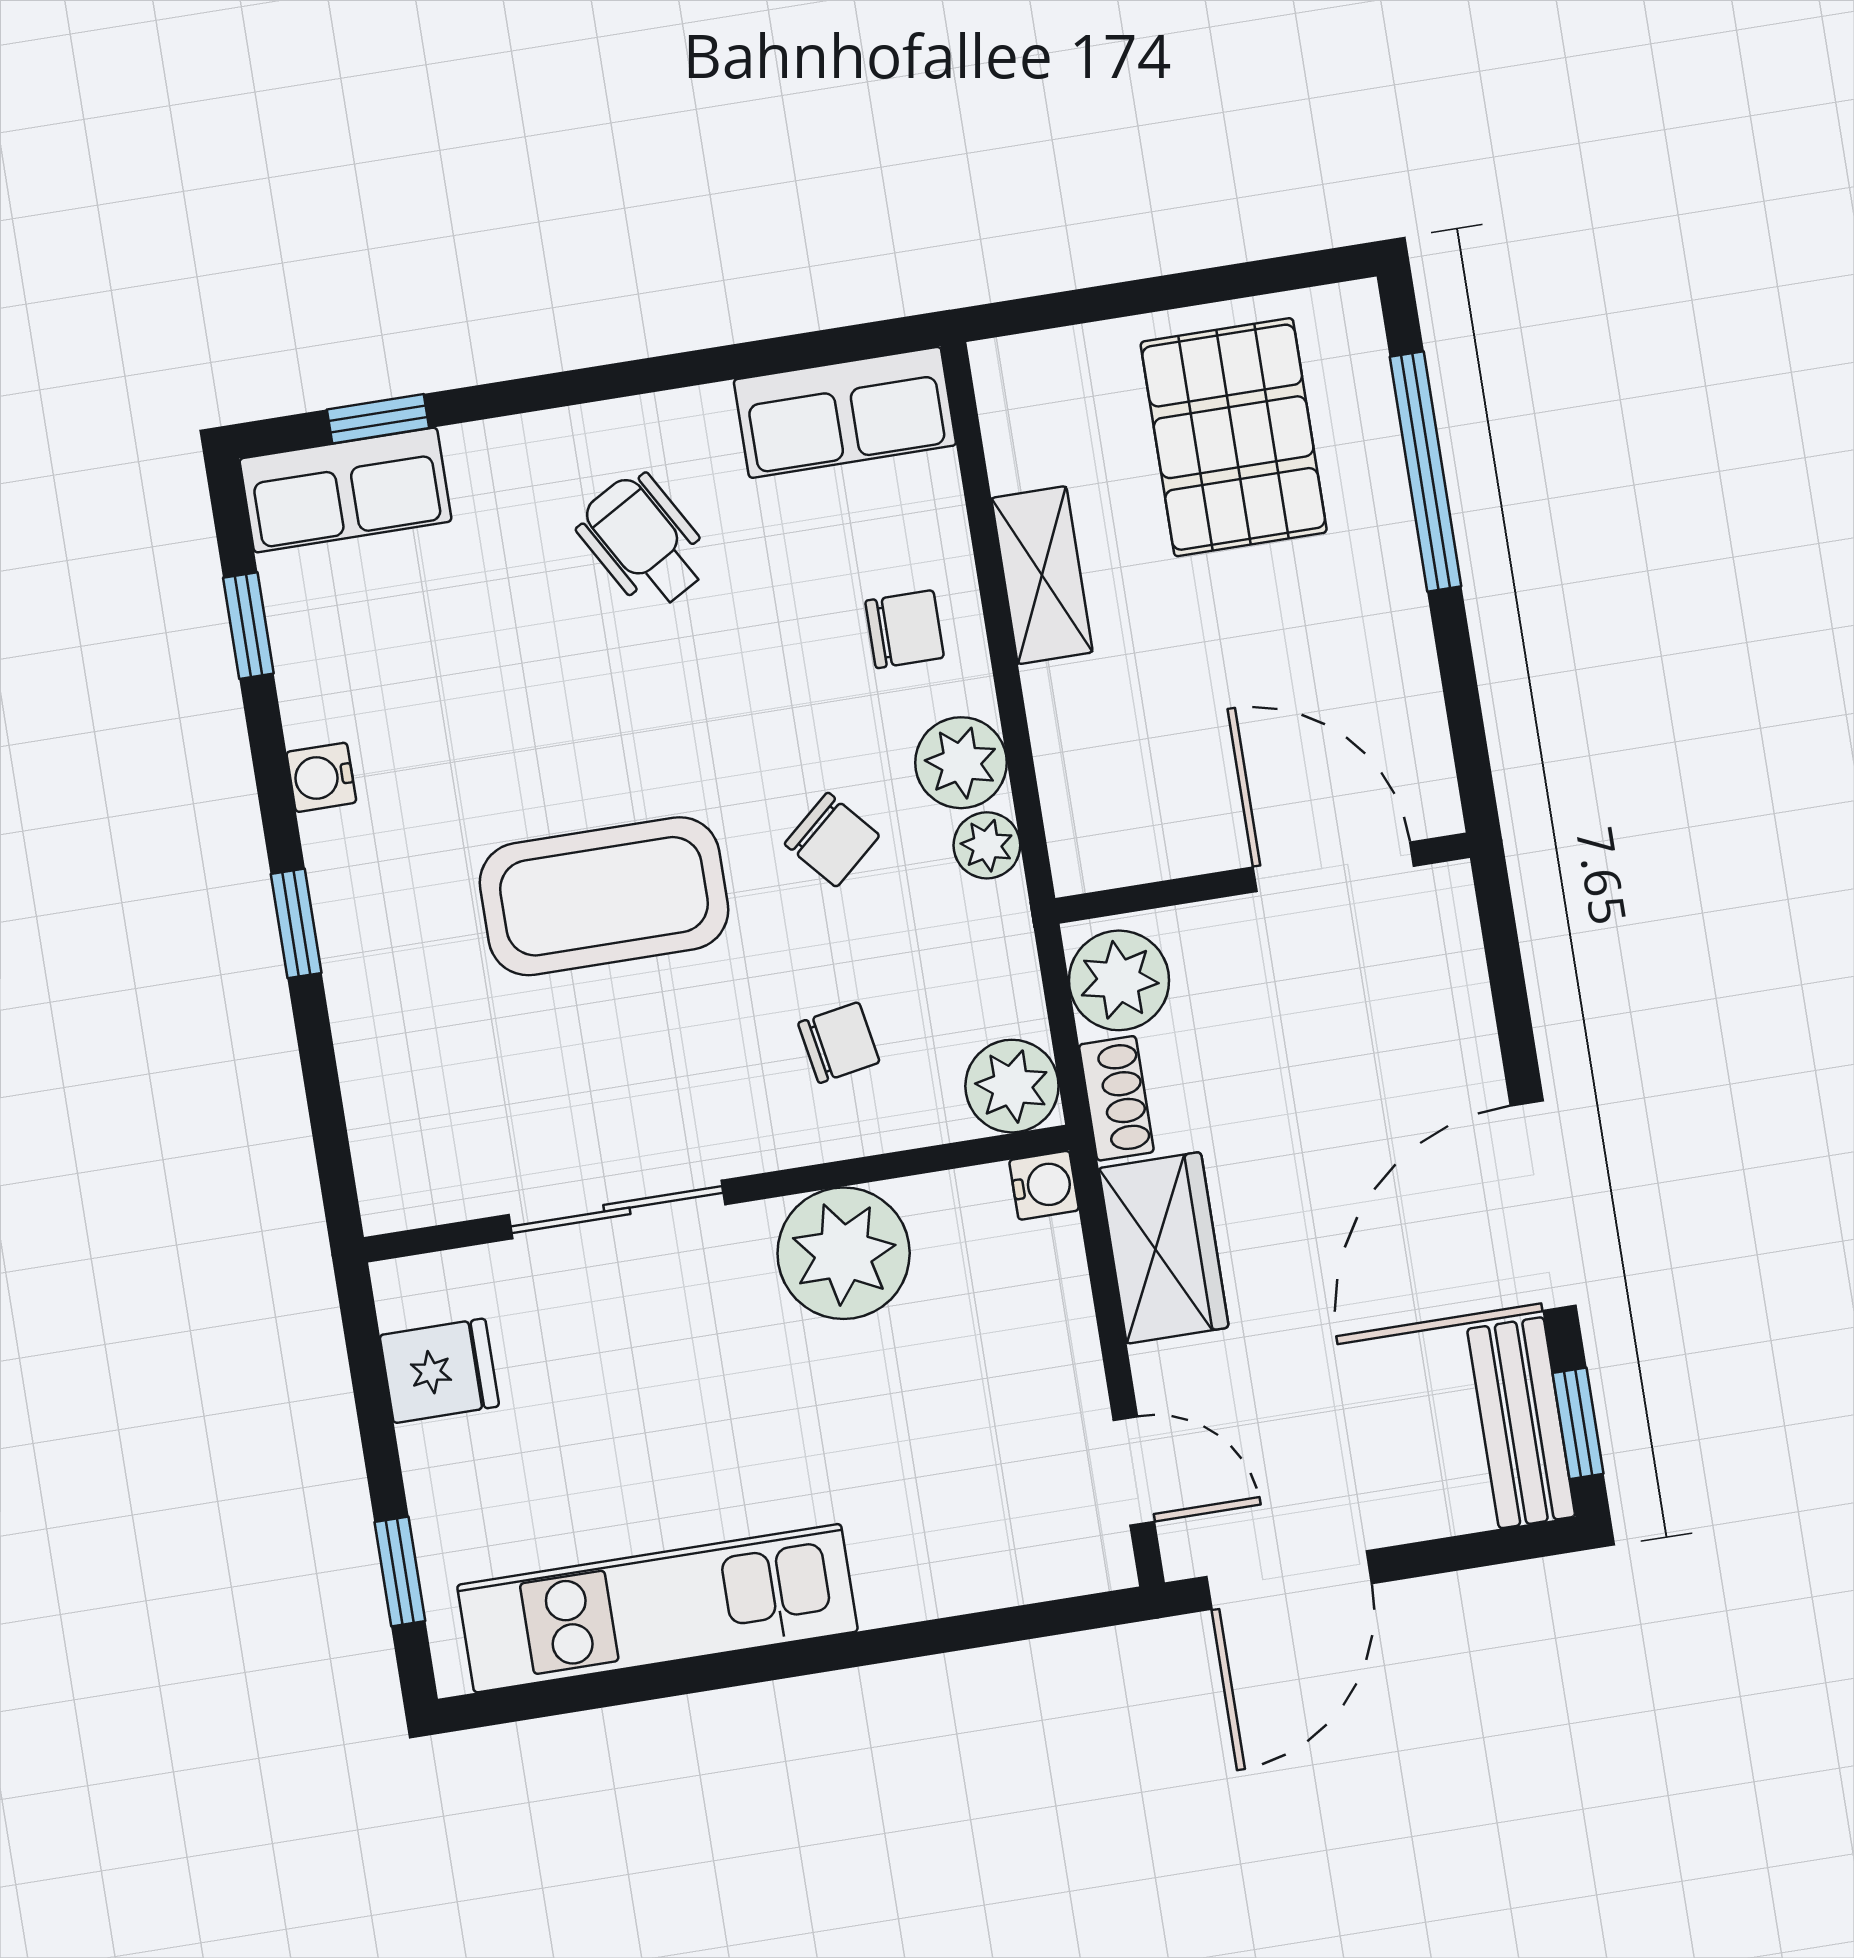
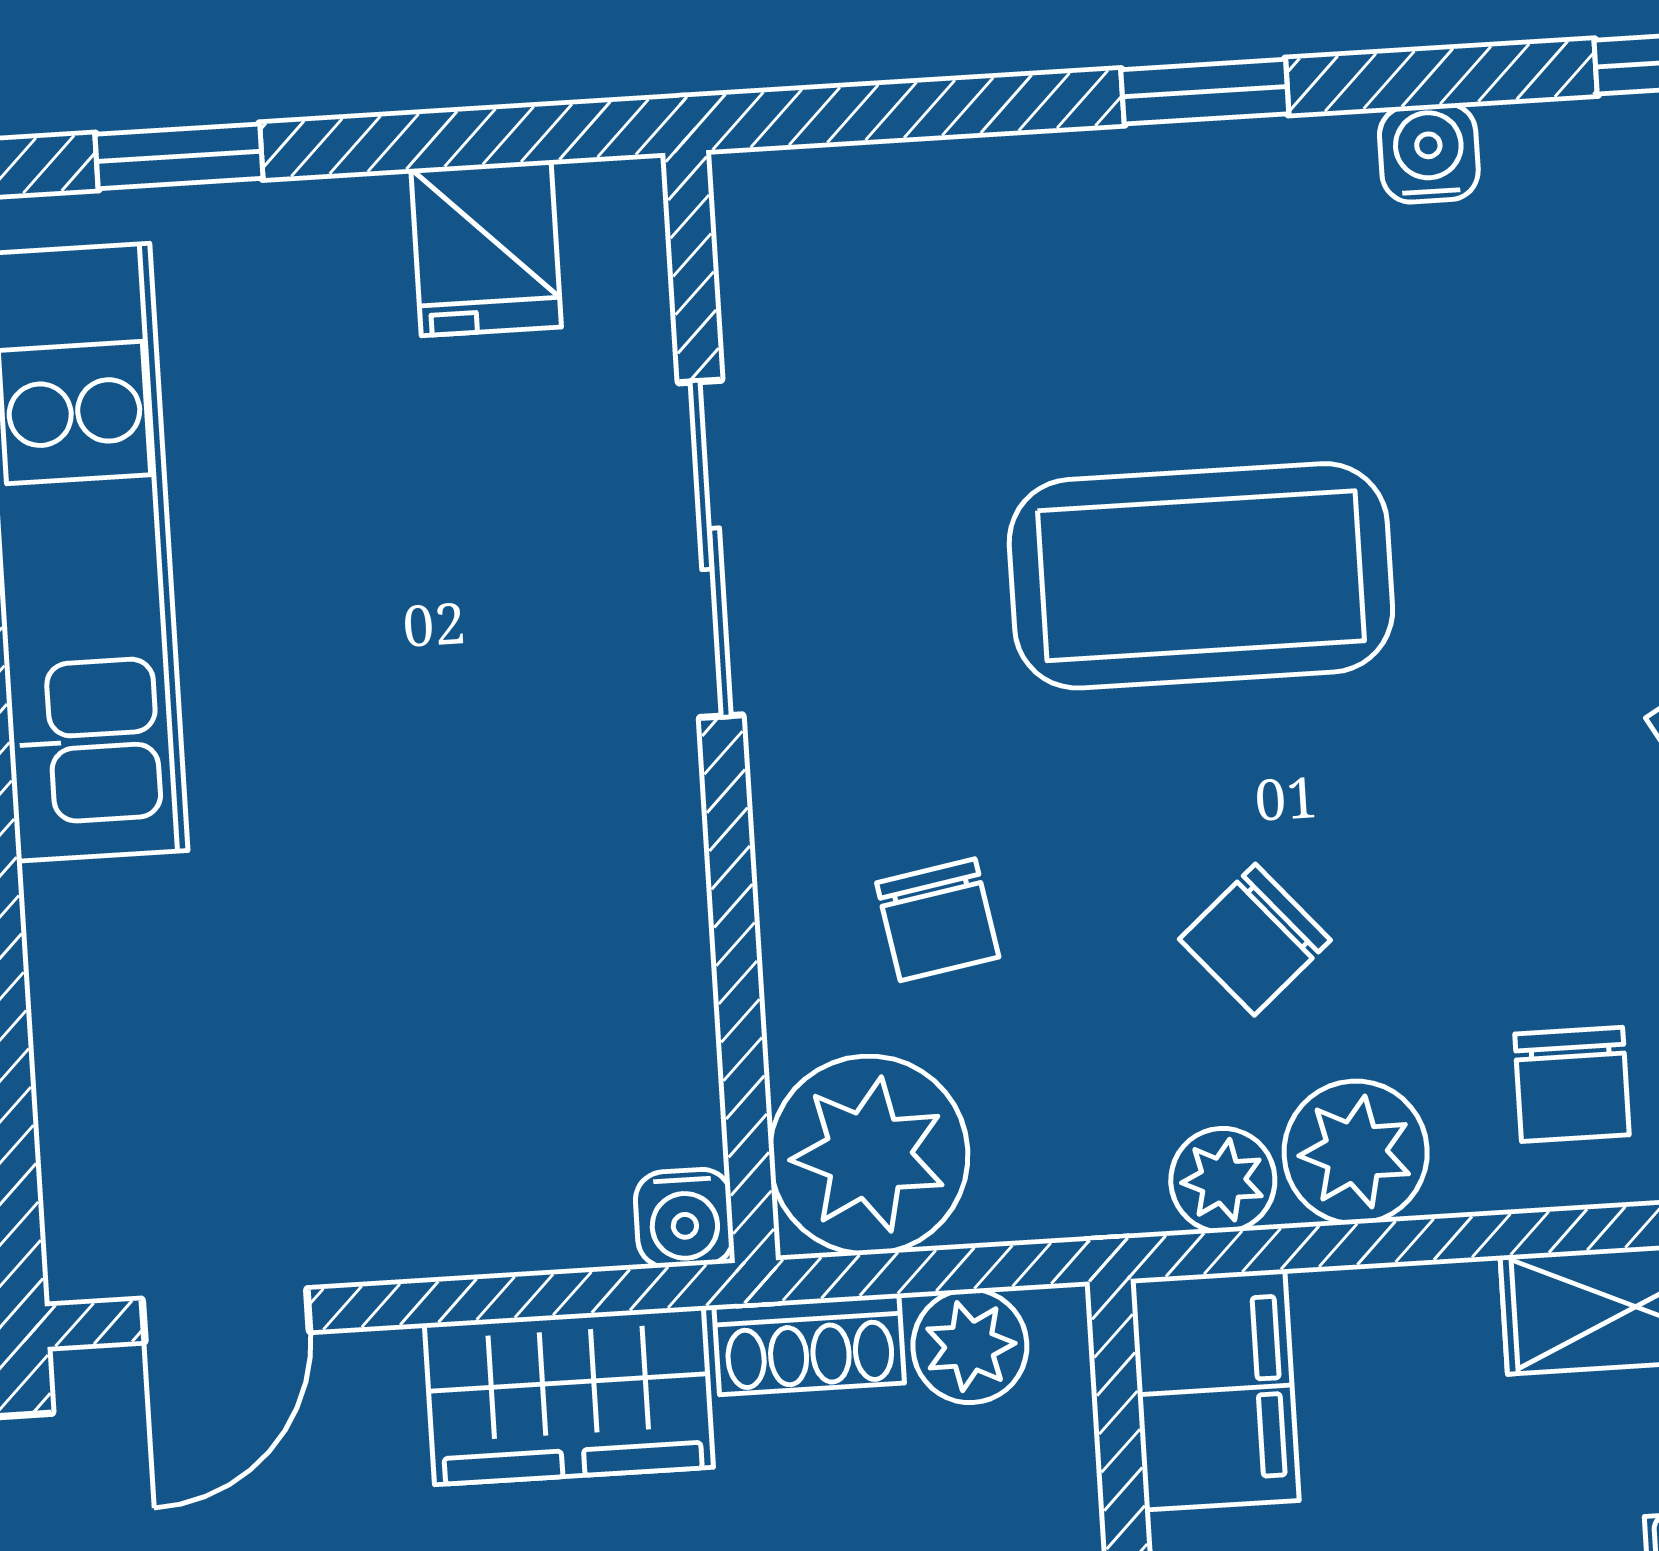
filing cabinet: (1121, 838) -> (1215, 1390), added
coffee table: (604, 896) -> (1201, 576), turned 90
plant: (1119, 980) -> (970, 1346), width x0.73, depth x0.73
plant: (1012, 1086) -> (869, 1155), width x1.36, depth x1.36
plant: (844, 1253) -> (609, 896), removed

